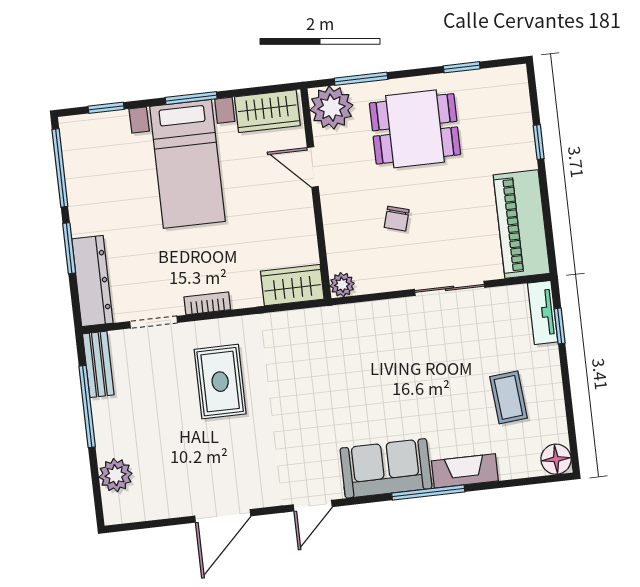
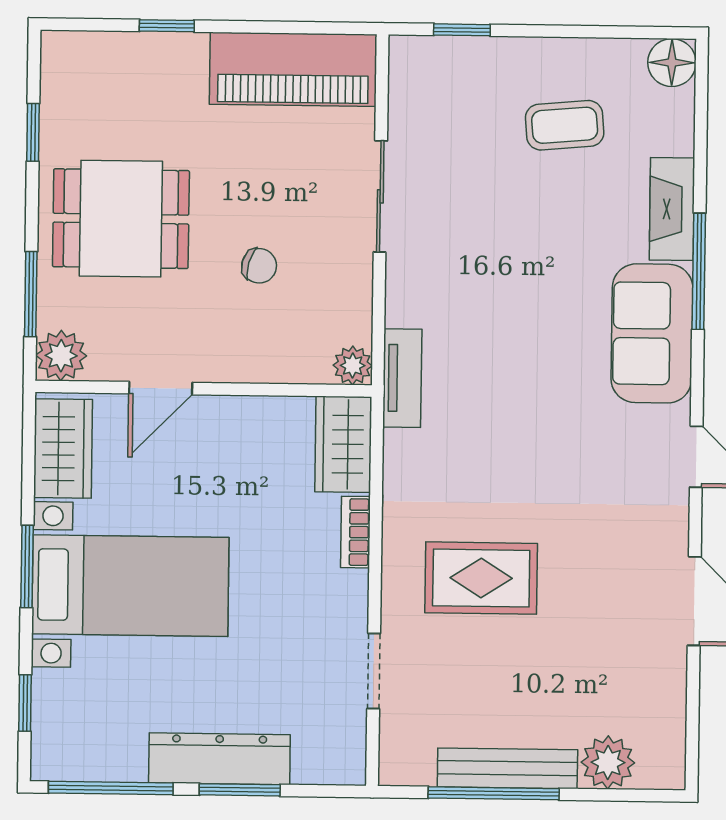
plant: (331, 108) -> (61, 356), width x0.73, depth x0.73
dining table: (415, 129) -> (121, 219), turned 90
dresser: (92, 281) -> (219, 759), moved
bookcase: (207, 303) -> (356, 532), moved
tv unit: (543, 313) -> (402, 378), moved, turned -90
bench: (98, 364) -> (507, 768), moved, width x1.36

